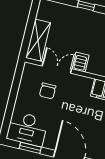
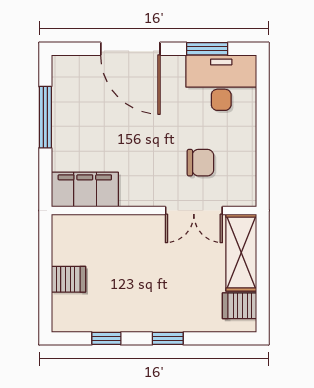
server rack: (80, 62) -> (239, 306), moved, turned 90
chair: (48, 91) -> (200, 163), turned 90

